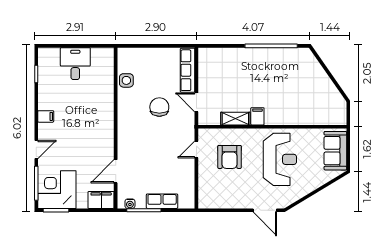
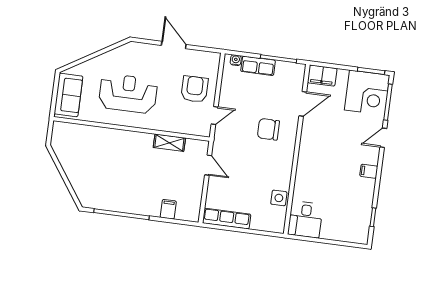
desk: (75, 64) -> (305, 219), moved
row of seats: (188, 70) -> (227, 219), moved, turned -90
chair: (159, 107) -> (268, 129), moved, turned 90
filing cabinet: (257, 116) -> (168, 209), moved, turned 180
armchair: (230, 157) -> (195, 89), moved
reception desk: (280, 159) -> (128, 93), turned 90
water cooler: (130, 204) -> (236, 60), moved
door: (265, 210) -> (174, 45), moved

